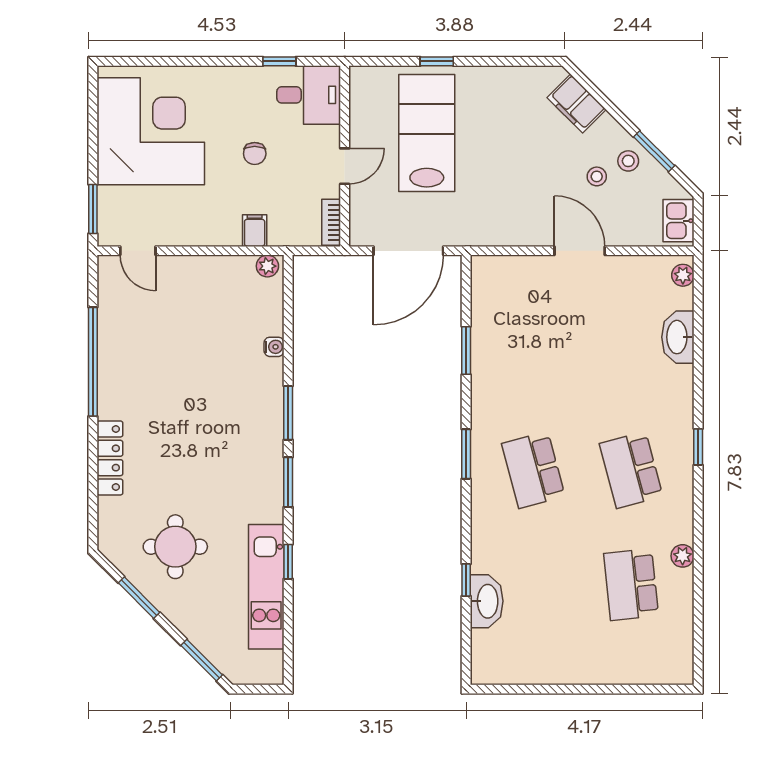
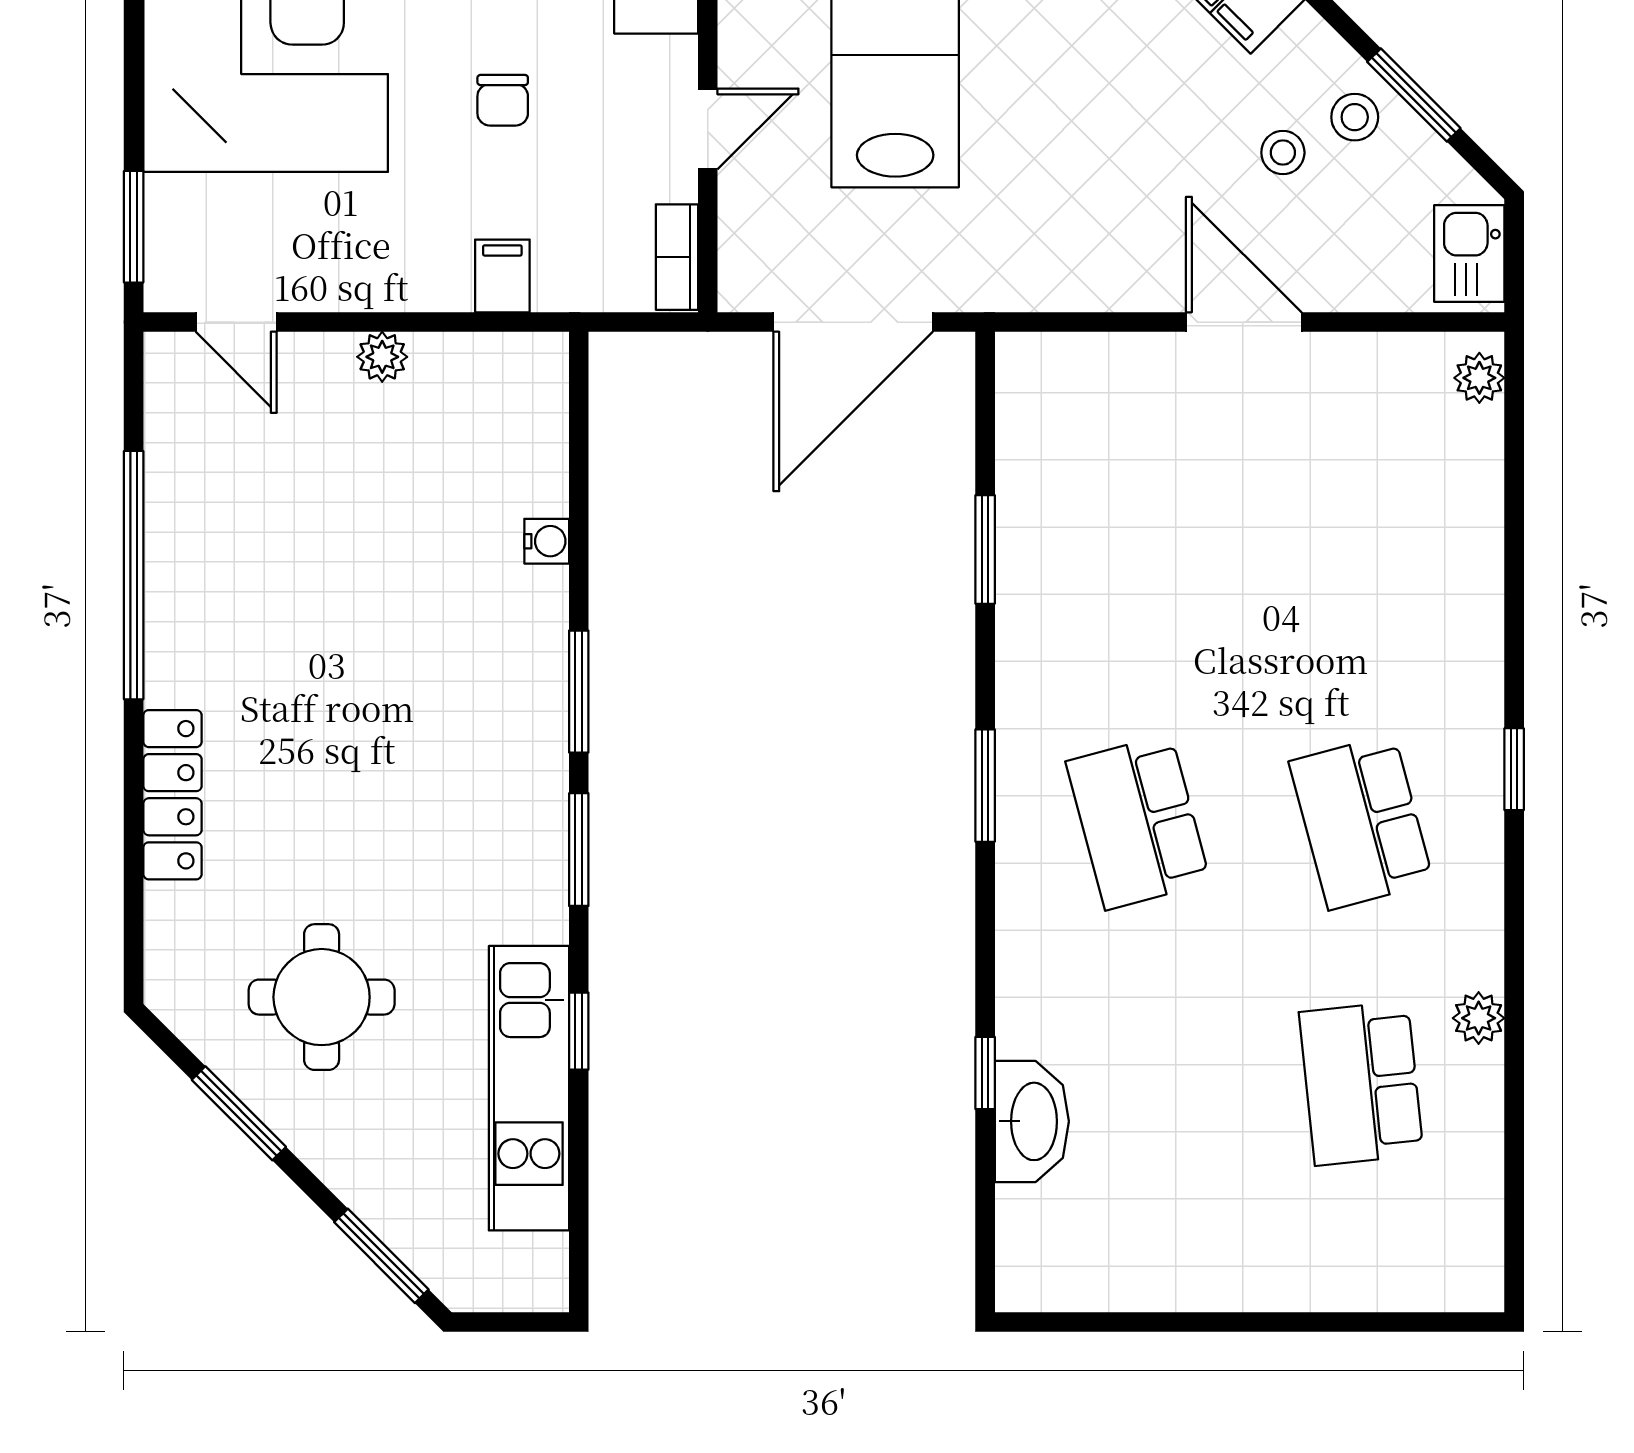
plant: (267, 266) -> (382, 357), moved
washbasin: (678, 337) -> (1468, 519), removed

